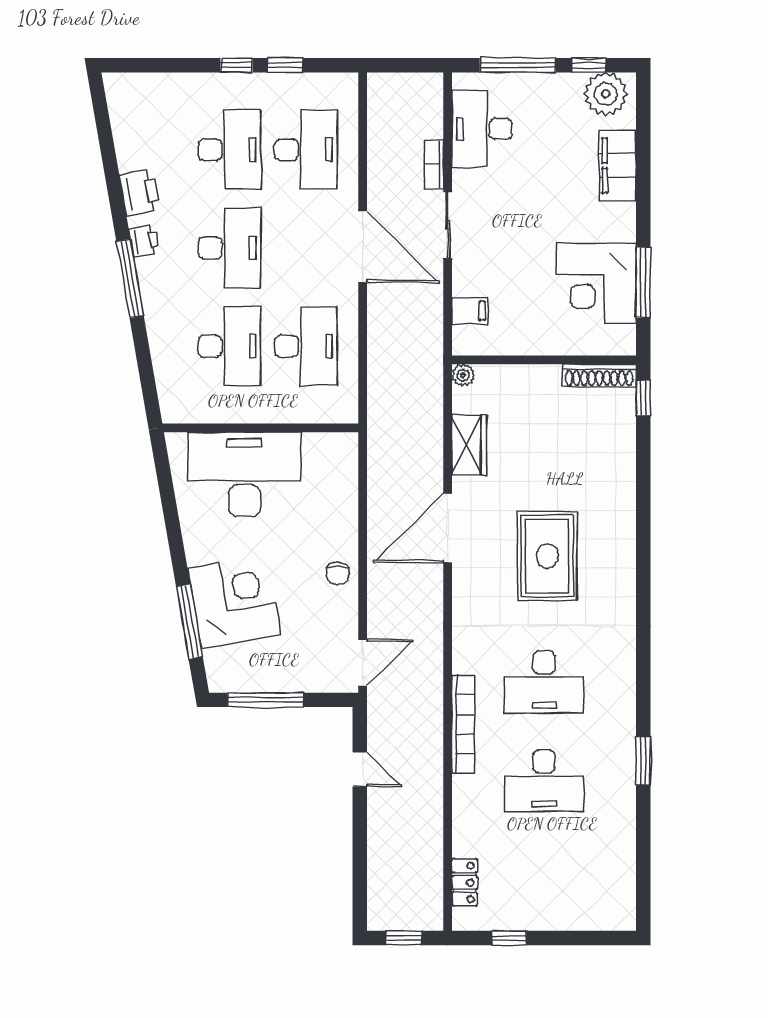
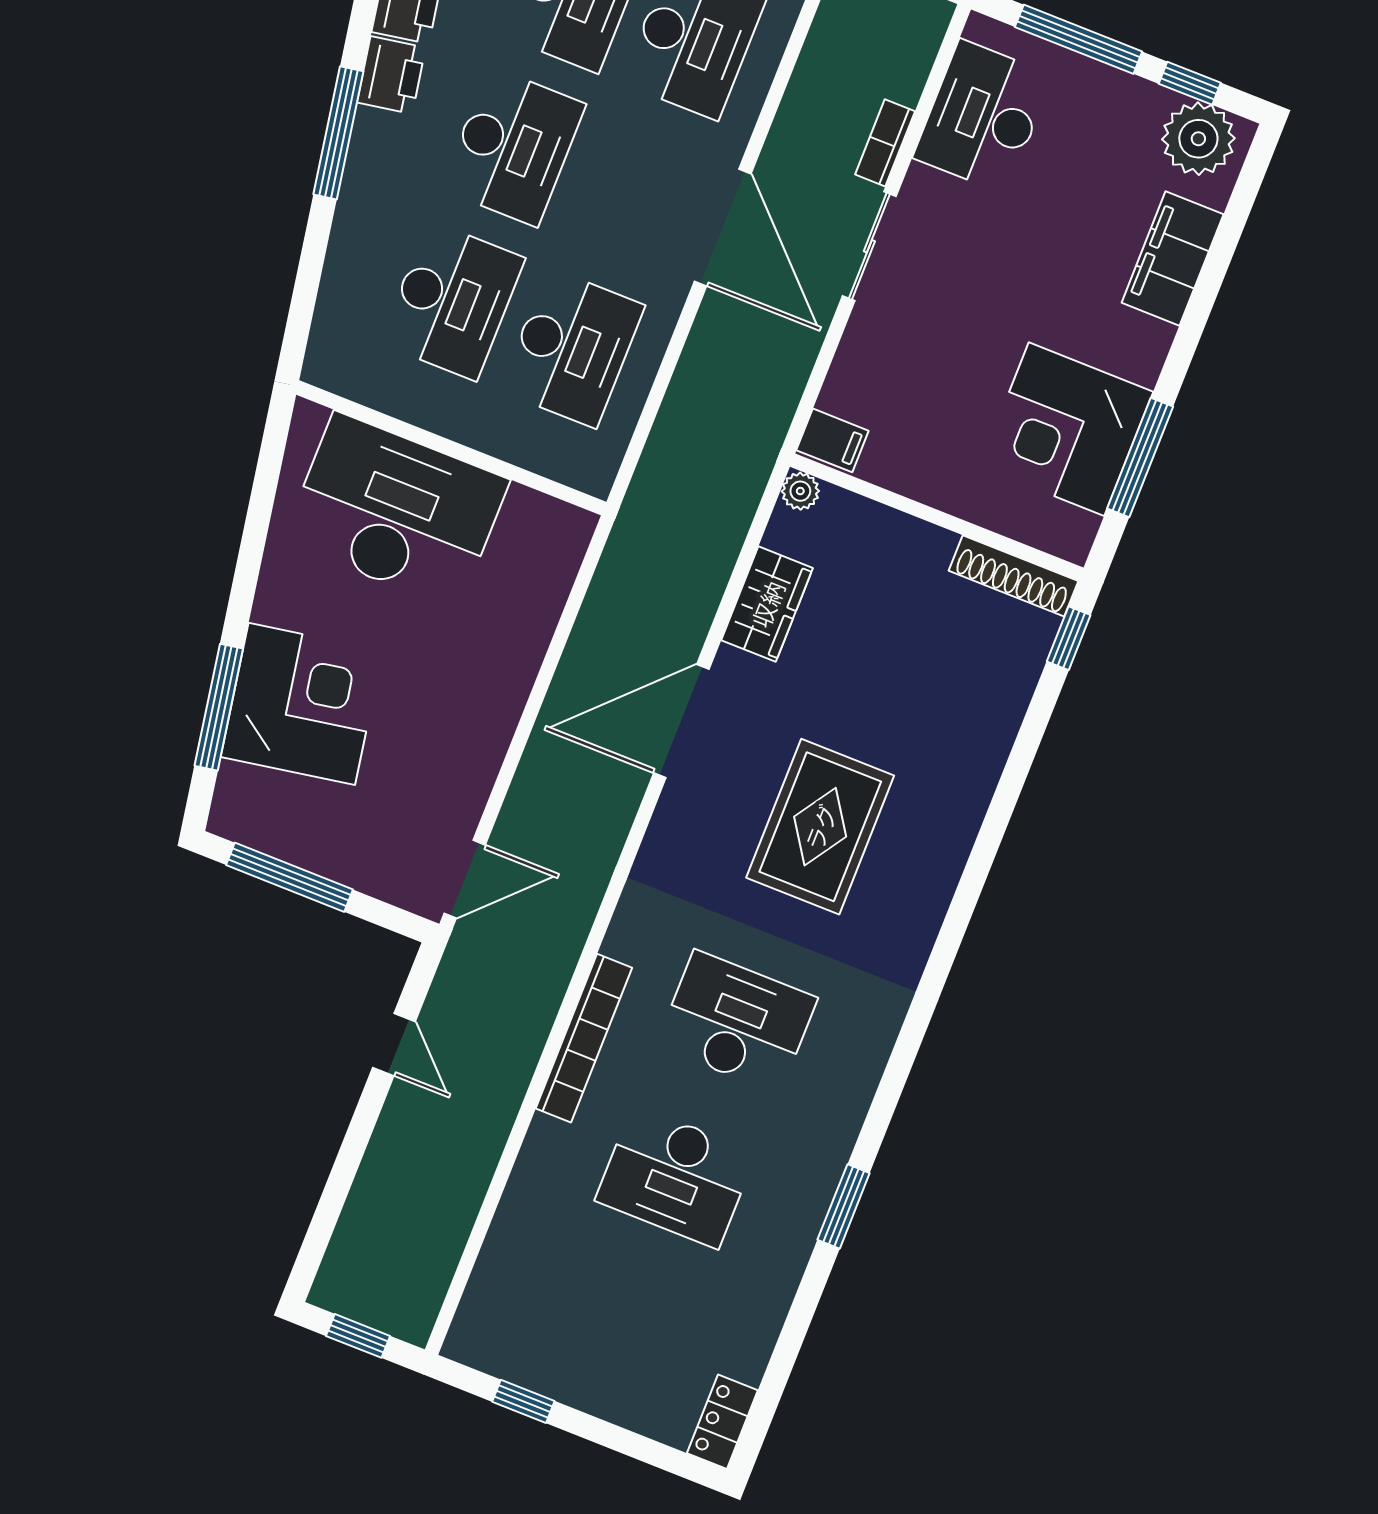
printer: (144, 241) -> (391, 75), width x1.36, depth x1.24
filing cabinet: (470, 311) -> (832, 440), moved
chair: (338, 573) -> (481, 724), removed
desk: (544, 682) -> (737, 1022), turned 180
locker: (465, 882) -> (722, 1422), moved, turned 180

